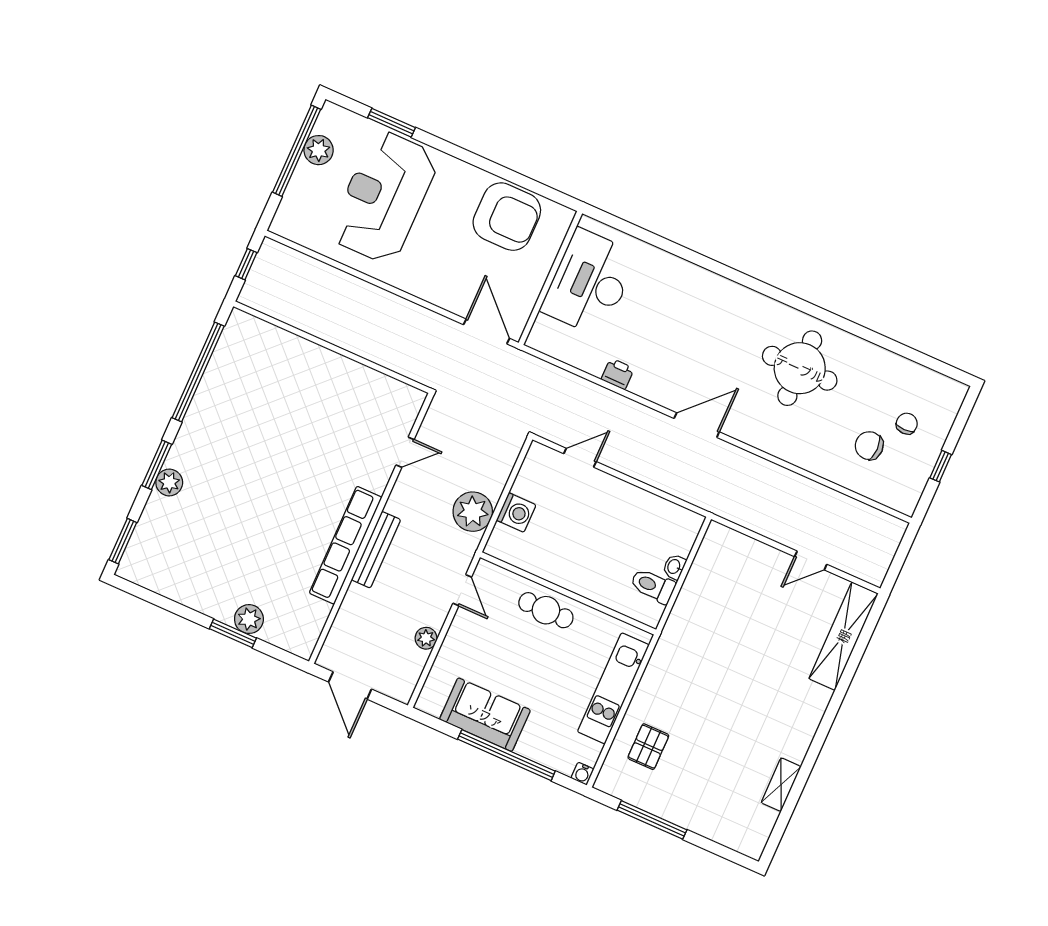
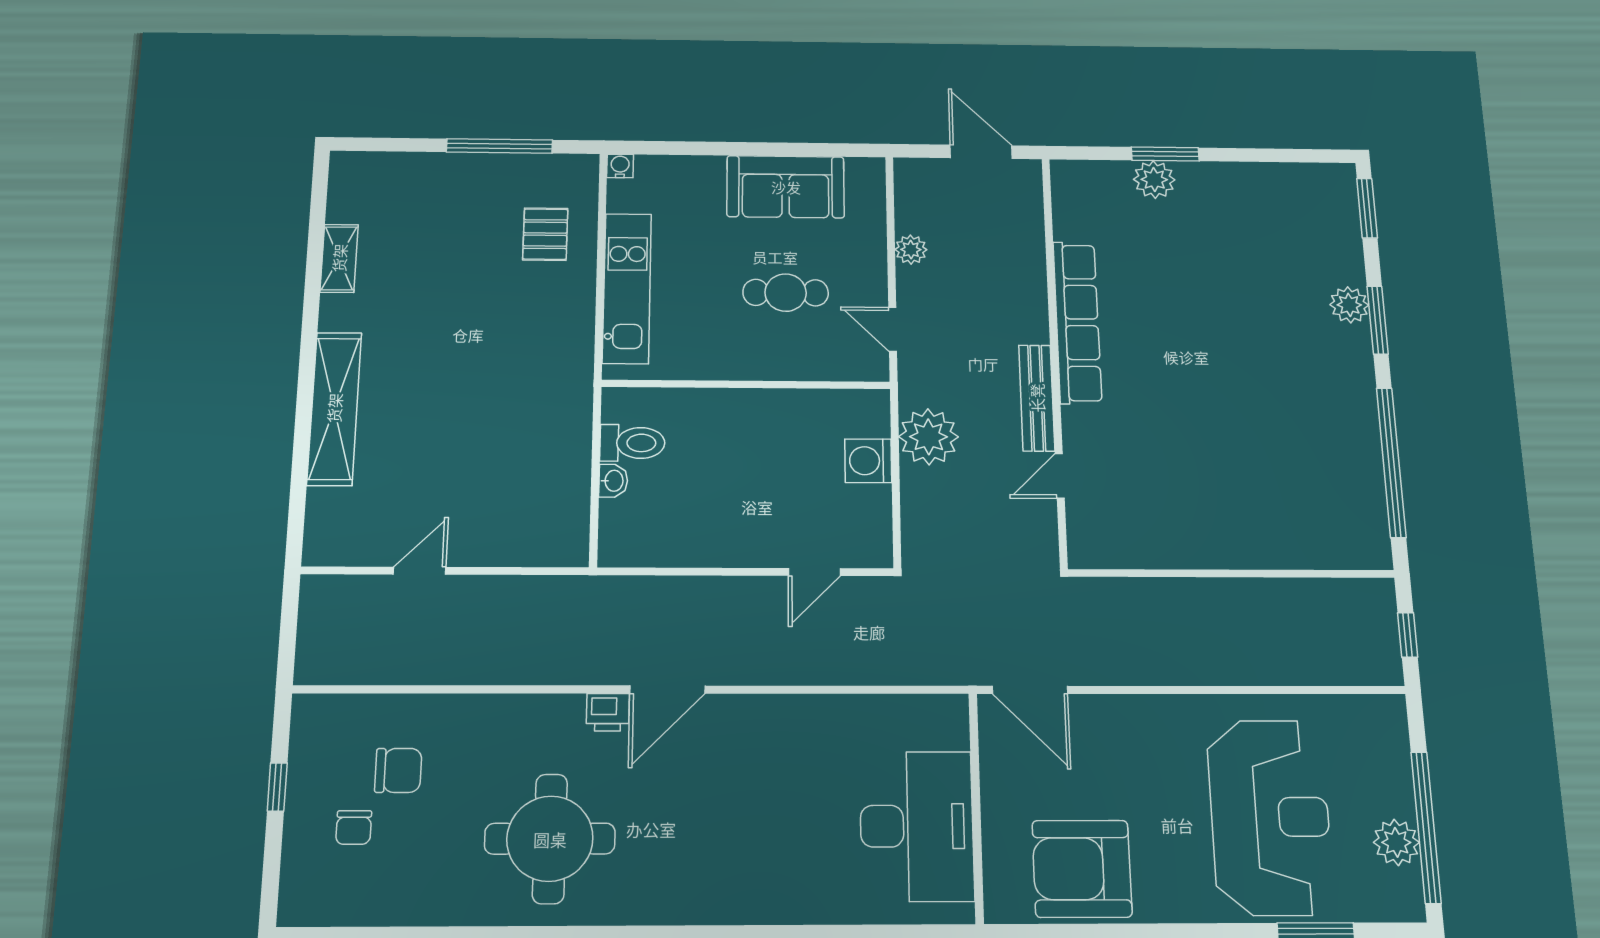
printer: (618, 374) -> (608, 712), moved
bench: (376, 550) -> (1037, 398), moved
cafe table: (546, 610) -> (786, 293), moved
shelving: (843, 636) -> (334, 408), moved
window: (506, 755) -> (733, 149), removed

